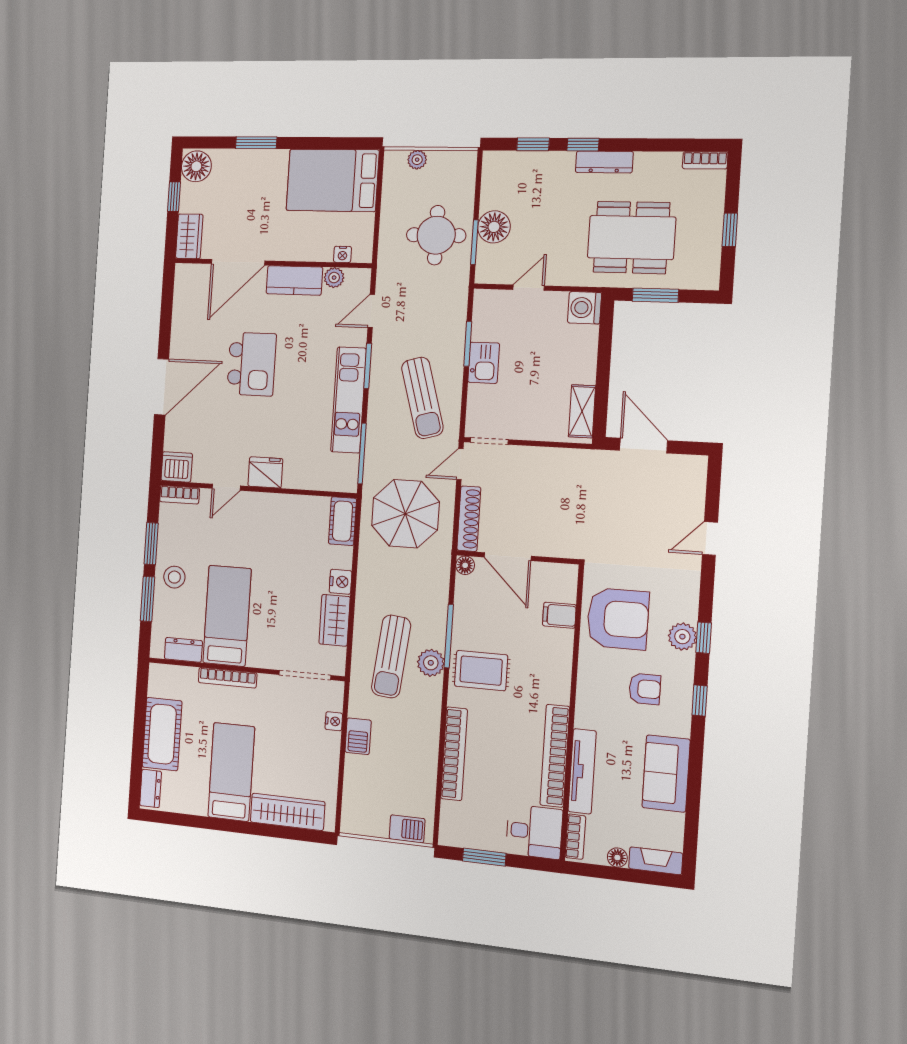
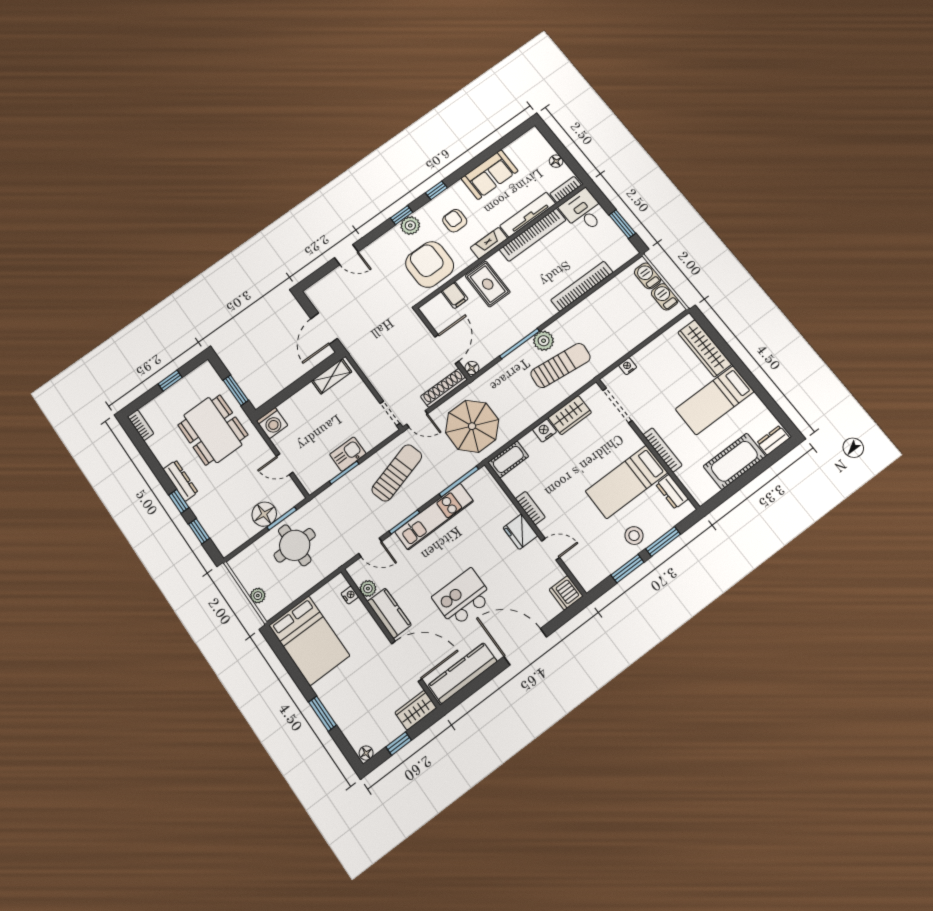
floor lamp: (196, 166) -> (366, 753), width x0.53, depth x0.53
kitchen counter: (186, 308) -> (463, 673), added
bookcase: (179, 495) -> (530, 508), moved
rug: (481, 671) -> (488, 284), moved
barbecue: (358, 736) -> (665, 297), moved, turned -90
fireplace: (656, 861) -> (489, 243), moved, turned 90

